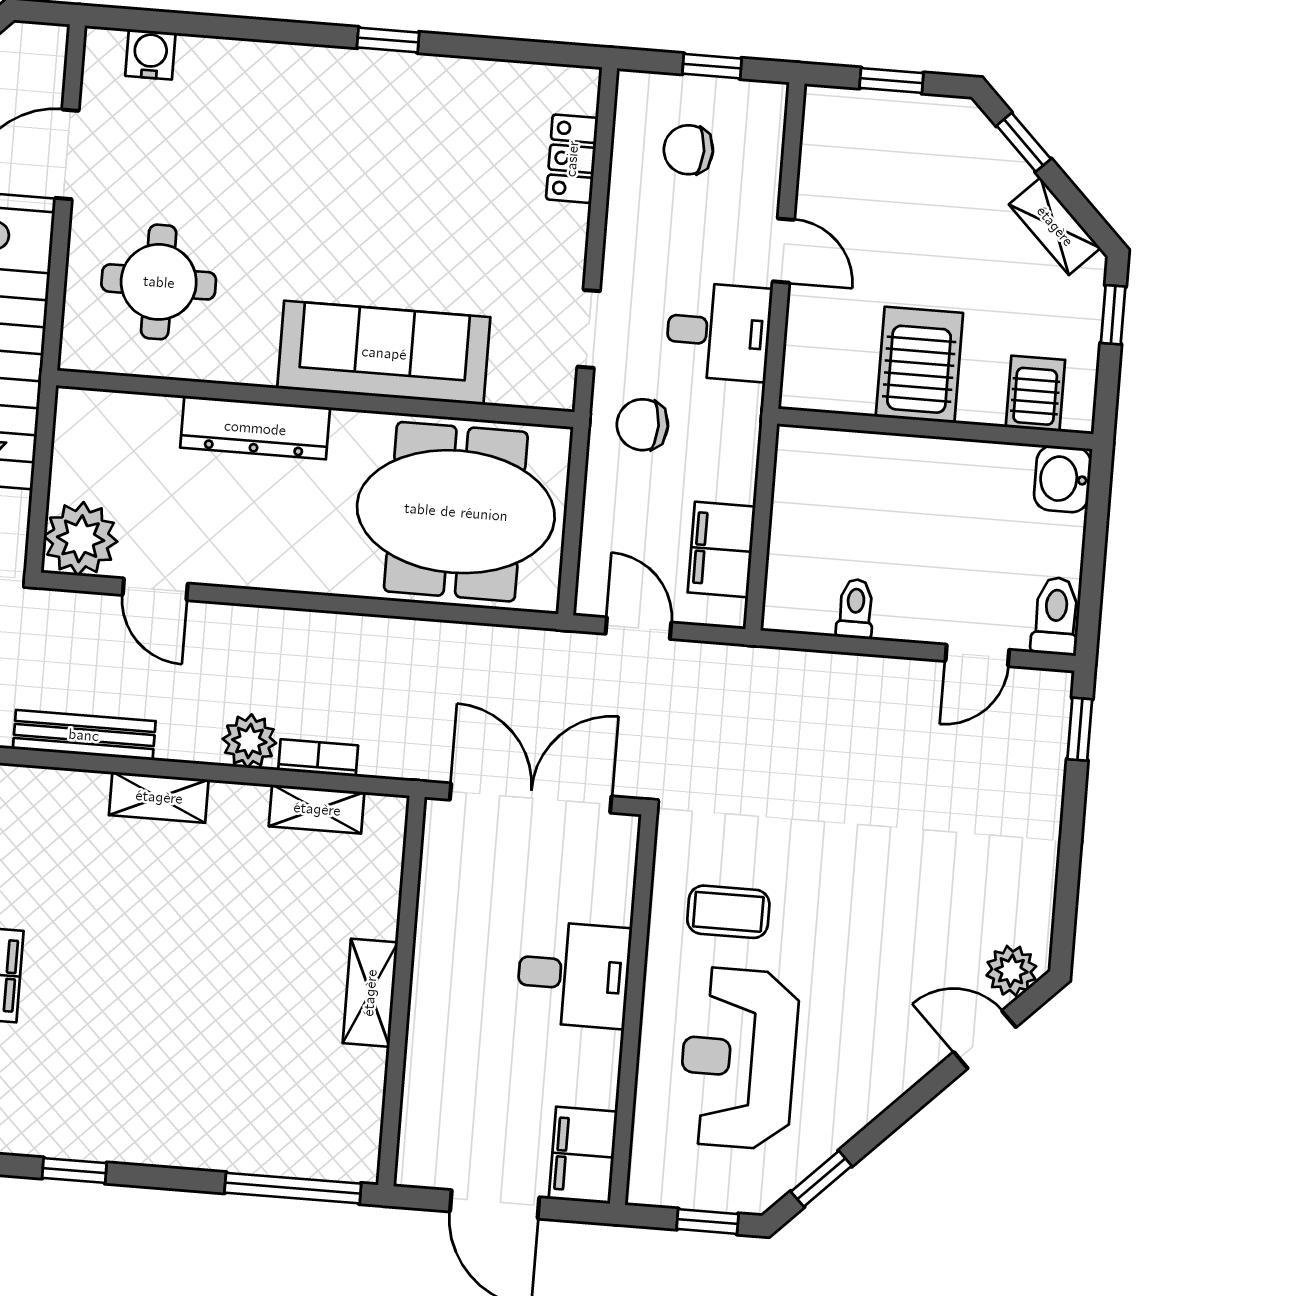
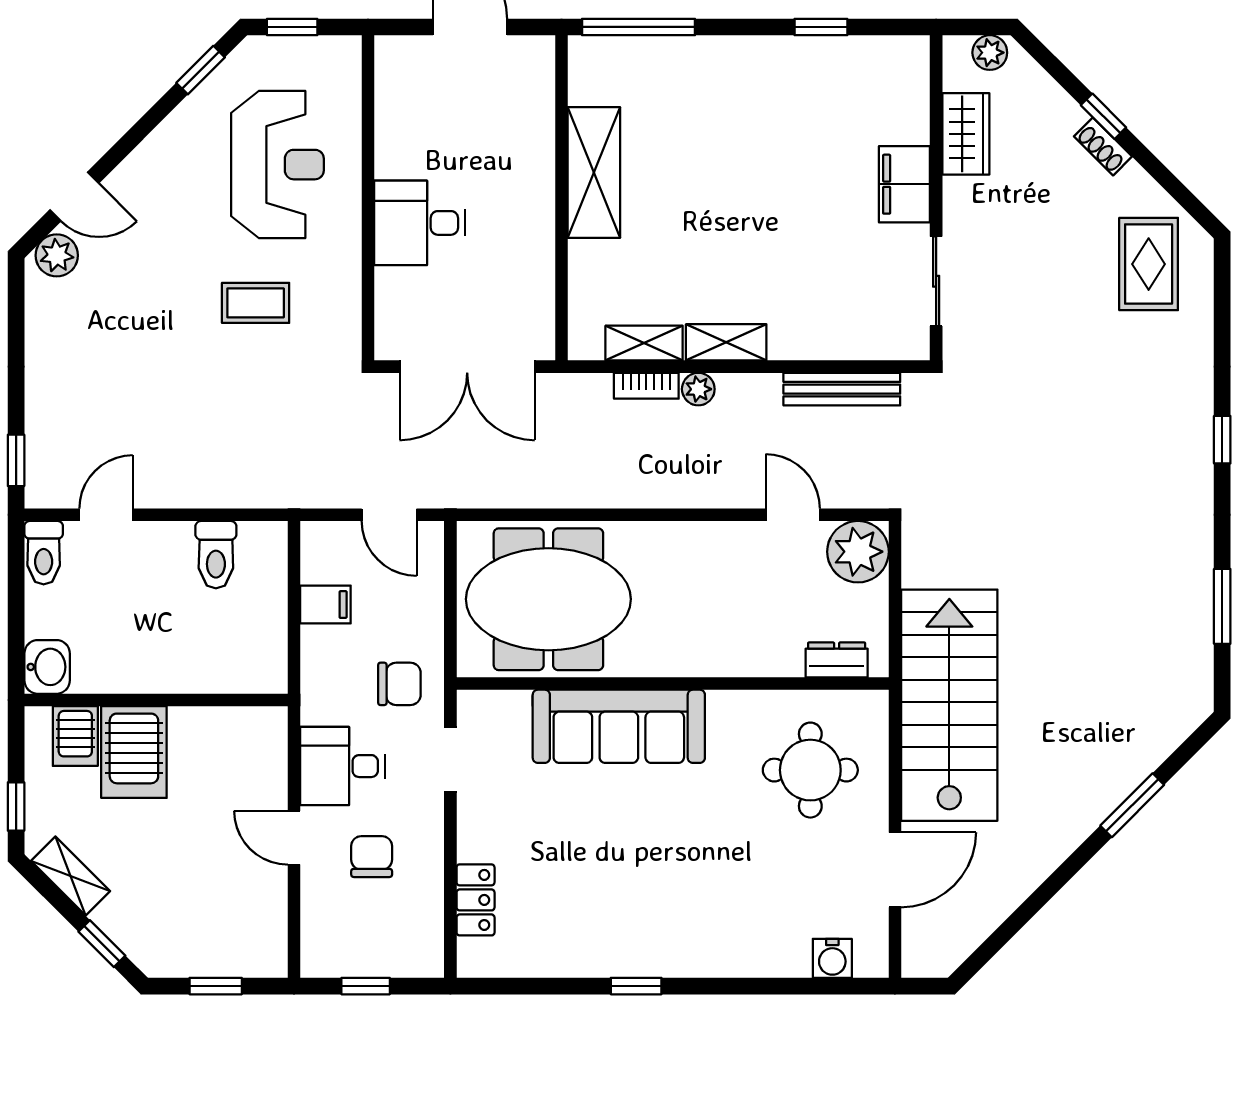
chair: (688, 150) -> (372, 857), moved, turned -90
server rack: (919, 365) -> (134, 752), moved
dresser: (255, 428) -> (837, 660), moved, width x0.51, depth x0.80
filing cabinet: (722, 549) -> (325, 605), width x0.50
toilet: (855, 609) -> (216, 555), width x1.37, depth x1.39
plant: (249, 741) -> (698, 389), width x0.73, depth x0.73
shelving: (159, 797) -> (726, 342), moved
coffee table: (728, 912) -> (256, 303), moved
shelving: (370, 993) -> (594, 173), width x1.50, depth x1.33
filing cabinet: (583, 1155) -> (400, 74), removed

